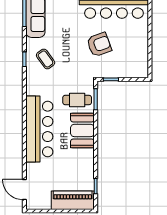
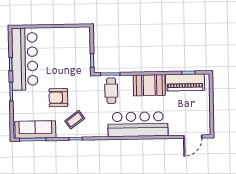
armchair: (99, 45) -> (58, 98), moved, turned -70
booth: (82, 130) -> (149, 85), moved
piano: (73, 200) -> (185, 82), moved, turned -90

